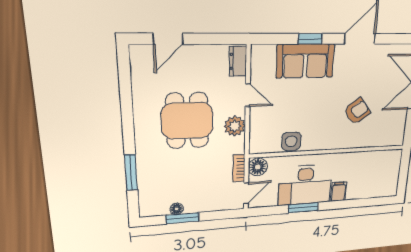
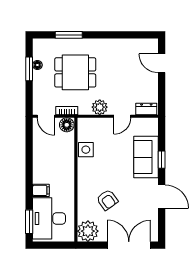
dining table: (187, 121) -> (75, 72), moved
plant: (392, 134) -> (88, 231), added
desk: (305, 185) -> (49, 218), moved
window: (303, 208) -> (29, 222), moved

